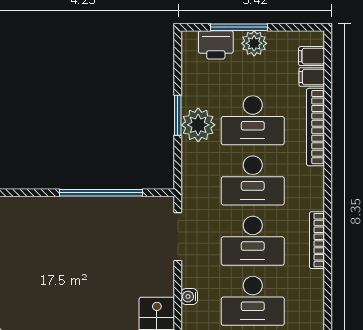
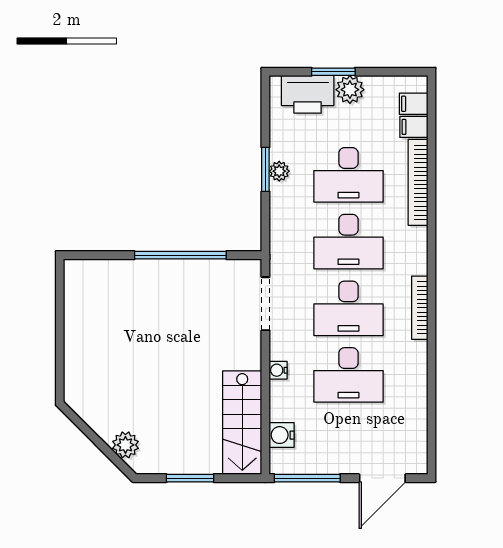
window: (239, 27) -> (333, 72), width x0.69
printer: (216, 45) -> (308, 94), width x1.37, depth x1.19
plant: (198, 125) -> (279, 171), width x0.53, depth x0.53

